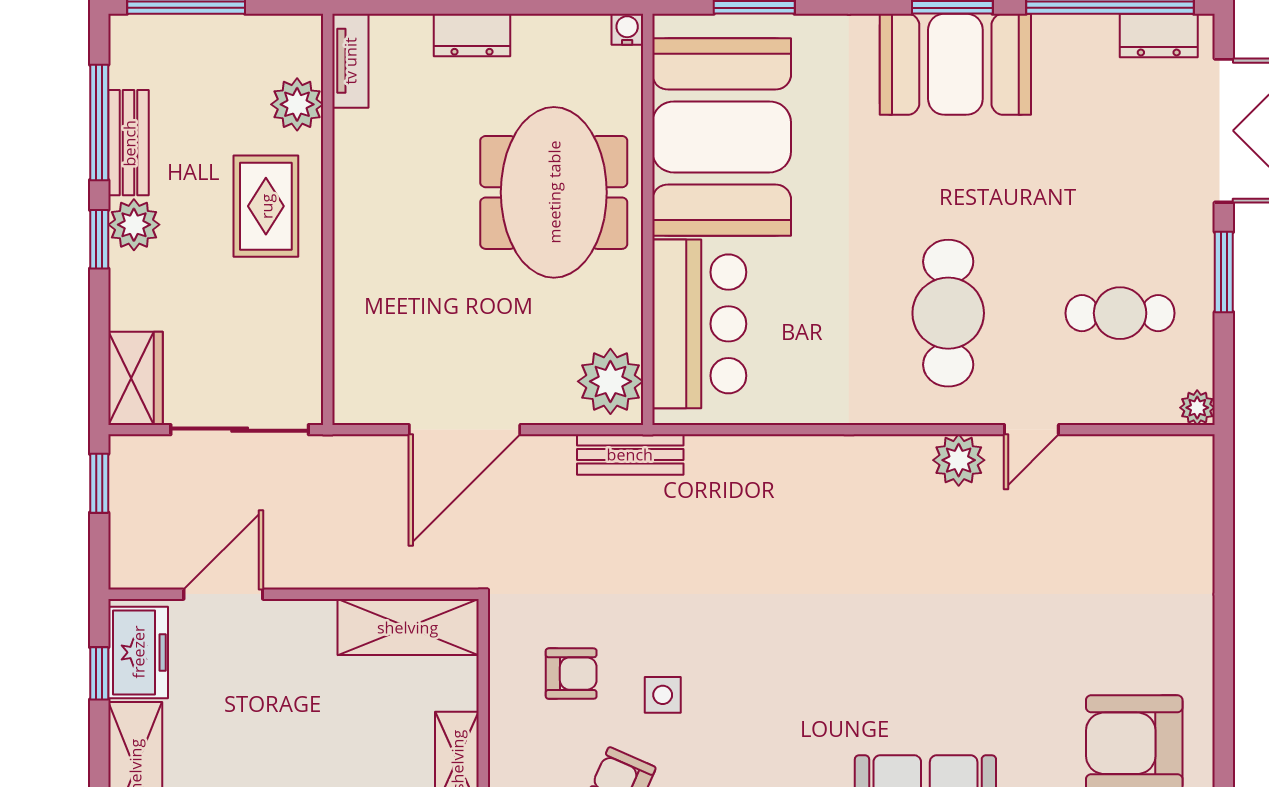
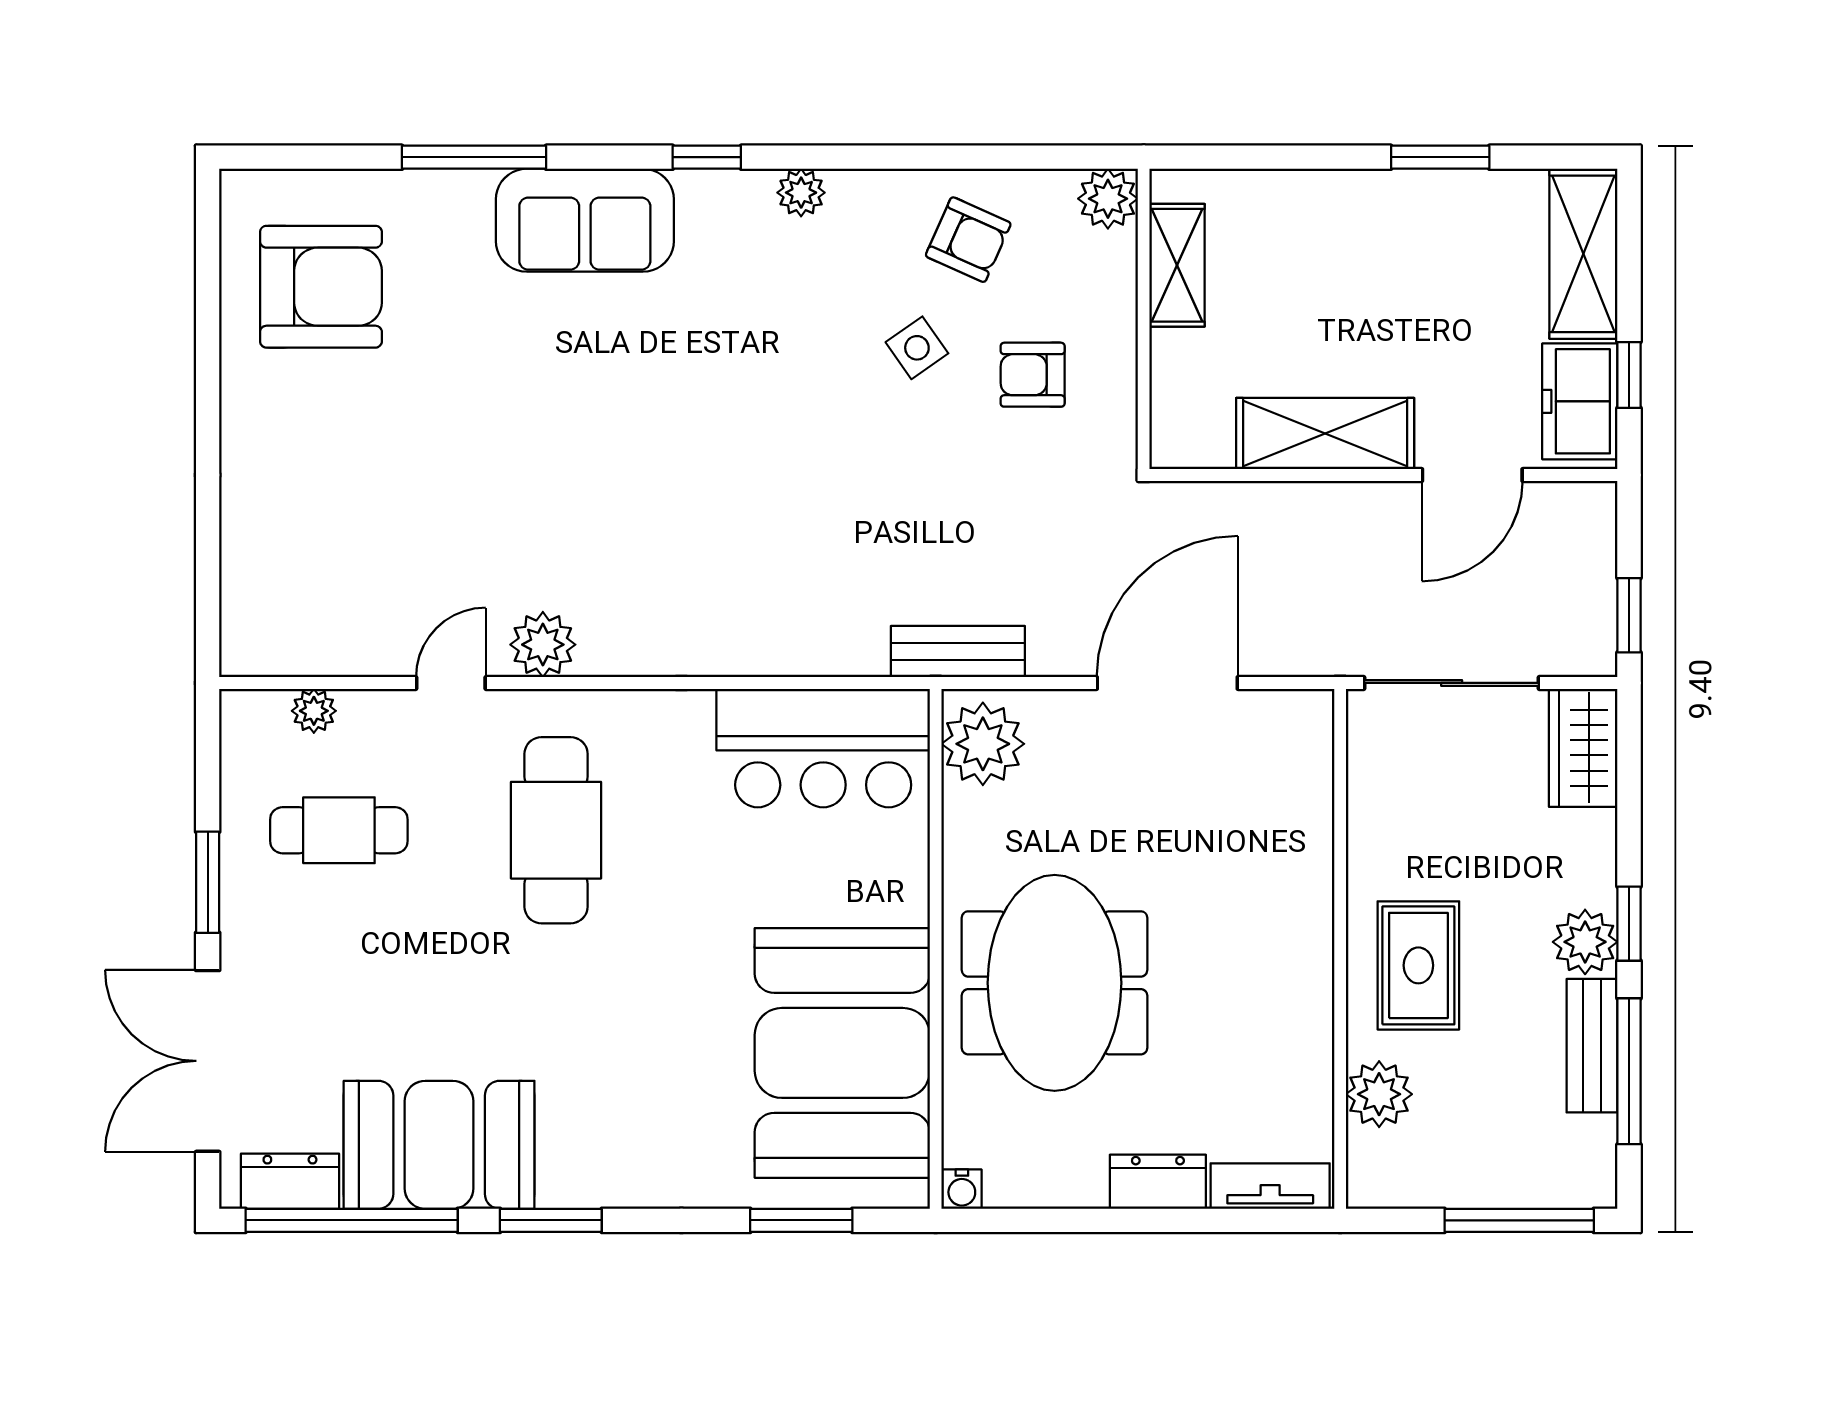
tv unit: (350, 61) -> (1270, 1186), moved, turned 90
booth: (955, 64) -> (439, 1145), moved
bar counter: (699, 324) -> (823, 748), moved, turned -90
plant: (1197, 408) -> (314, 711), moved
shelving: (408, 627) -> (1325, 434), moved
side table: (663, 695) -> (917, 348), turned -35

